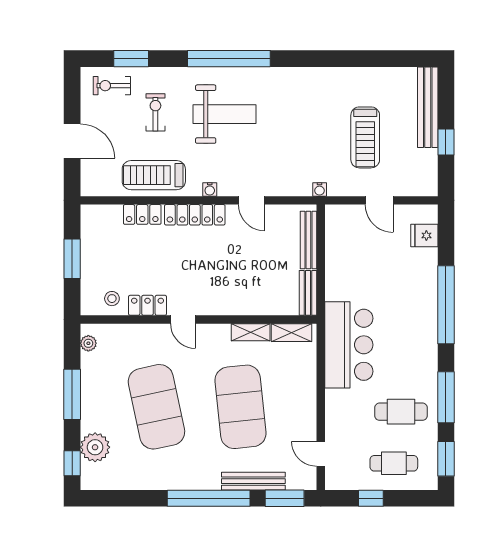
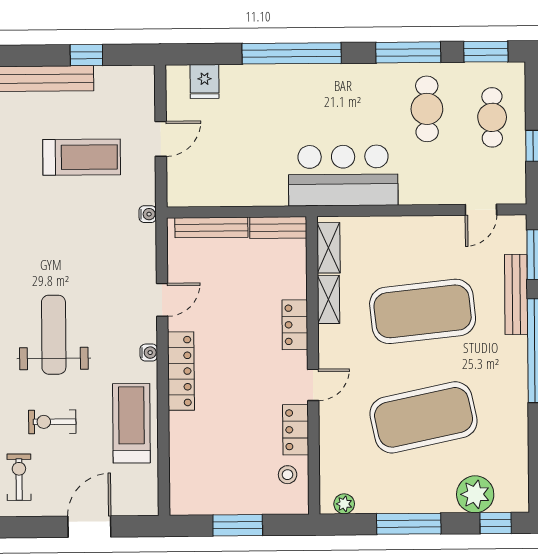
exercise bike: (112, 86) -> (19, 477), turned 180
treadmill: (154, 175) -> (131, 423), turned 180
locker: (142, 214) -> (295, 325), moved, turned 180

